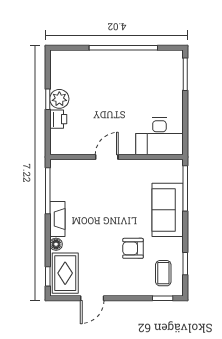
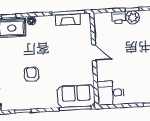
desk: (159, 136) -> (111, 93), width x0.73
sofa: (168, 210) -> (76, 96), moved
fireplace: (57, 219) -> (68, 20), moved
coffee table: (163, 273) -> (15, 96), removed

